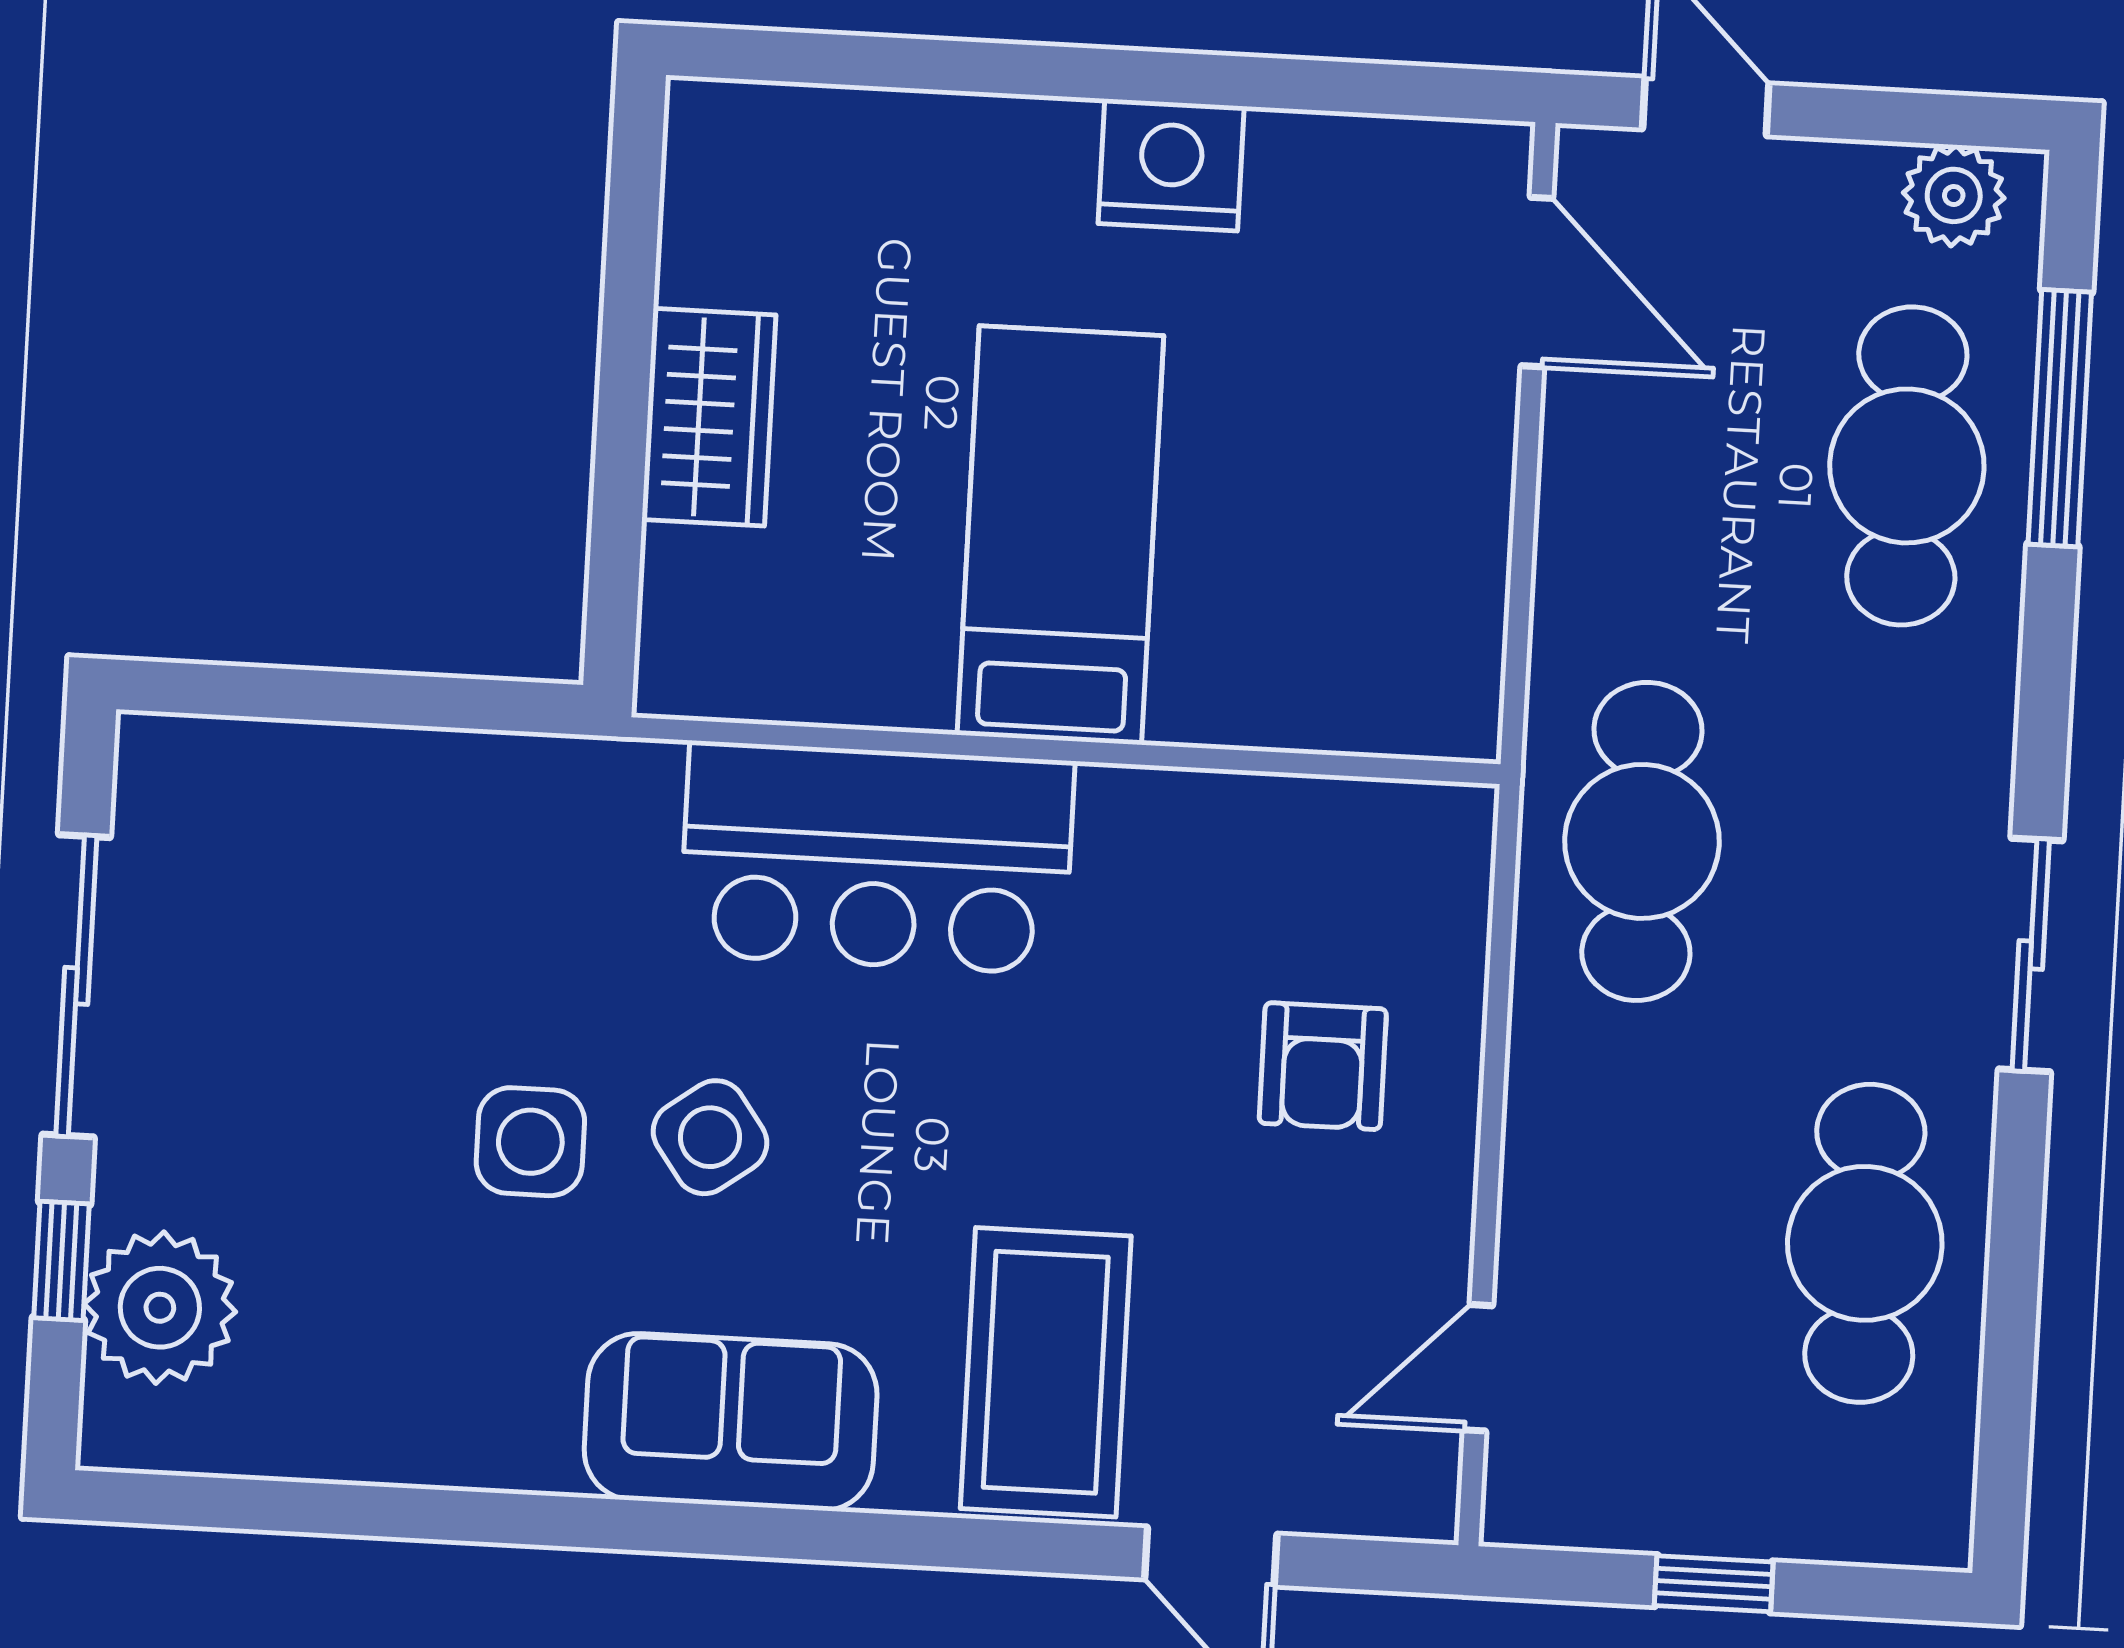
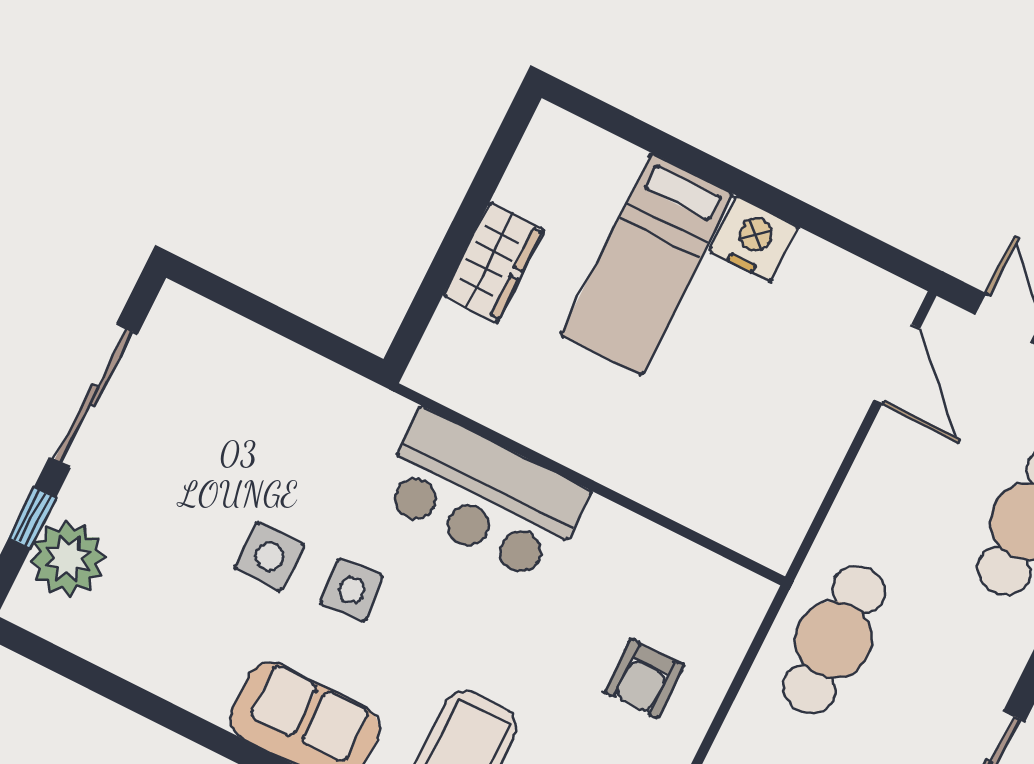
bed: (1060, 535) -> (647, 264), moved, turned 180
side table: (710, 1137) -> (352, 590), turned 31

